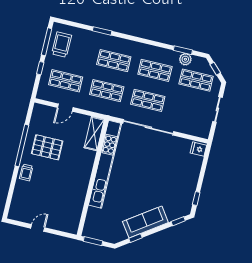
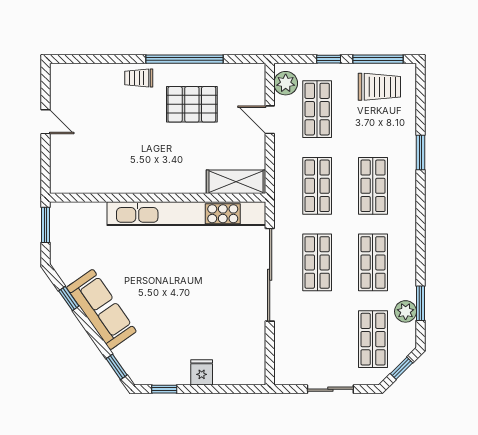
plant: (48, 94) -> (286, 83), added
pallet: (47, 147) -> (192, 104), turned 90
fridge: (198, 149) -> (202, 372), moved

